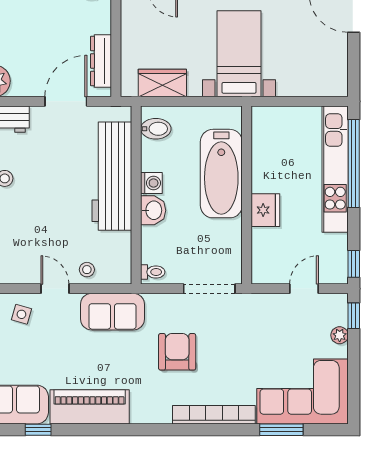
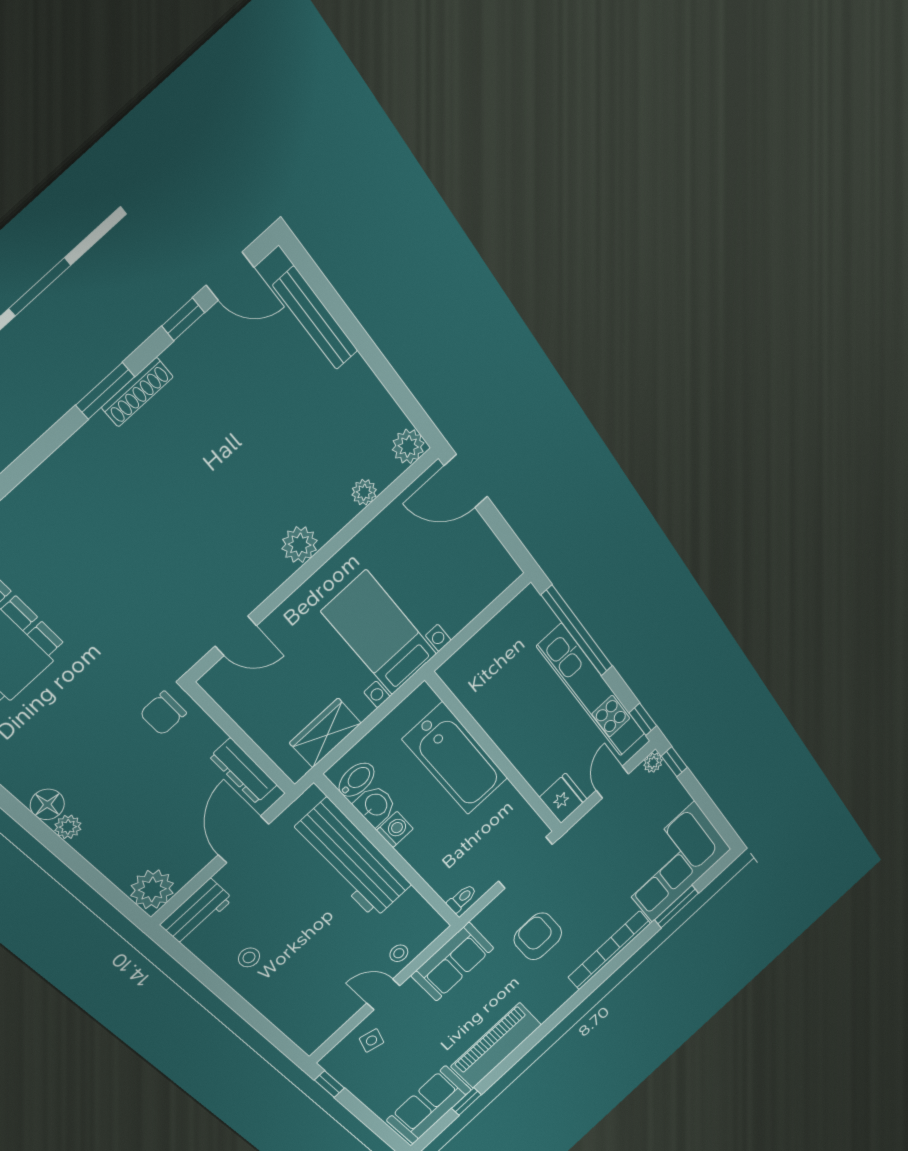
kitchen unit: (335, 169) -> (592, 691), moved
washbasin: (153, 210) -> (375, 805), moved
fridge: (265, 210) -> (563, 798), moved
plant: (340, 335) -> (653, 763), moved

